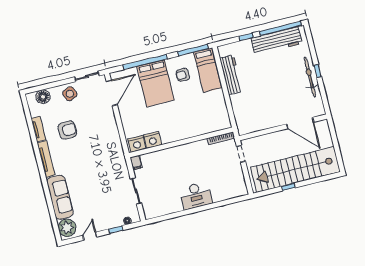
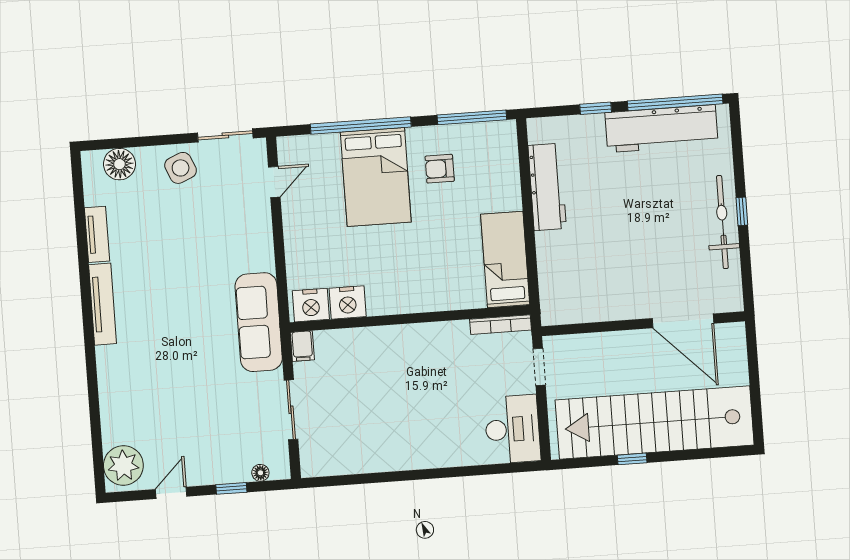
bed: (208, 70) -> (505, 259), moved, turned 180
door: (112, 93) -> (274, 182), width x0.53
armchair: (67, 130) -> (161, 248), removed
desk: (196, 196) -> (512, 429), moved, turned -90
sofa: (60, 197) -> (259, 322), moved, turned 180

